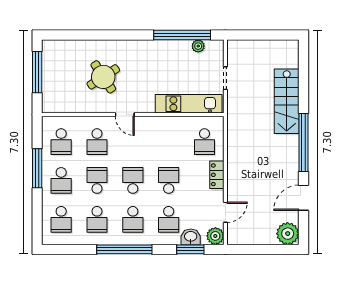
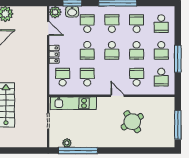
school desk: (61, 142) -> (161, 77), turned 180
school desk: (169, 142) -> (87, 77), added
school desk: (61, 180) -> (161, 50), turned 180
door: (225, 212) -> (48, 28), swing flipped
school desk: (61, 219) -> (161, 24), turned 180

